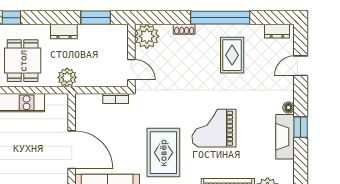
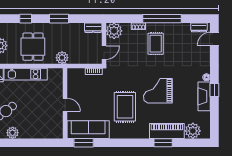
window: (96, 18) -> (59, 19), moved
dresser: (64, 31) -> (93, 28), moved
rug: (232, 55) -> (156, 44), moved
door: (301, 66) -> (214, 39), moved
door: (131, 70) -> (104, 53), hinge flipped
door: (72, 150) -> (65, 105), width x0.53

